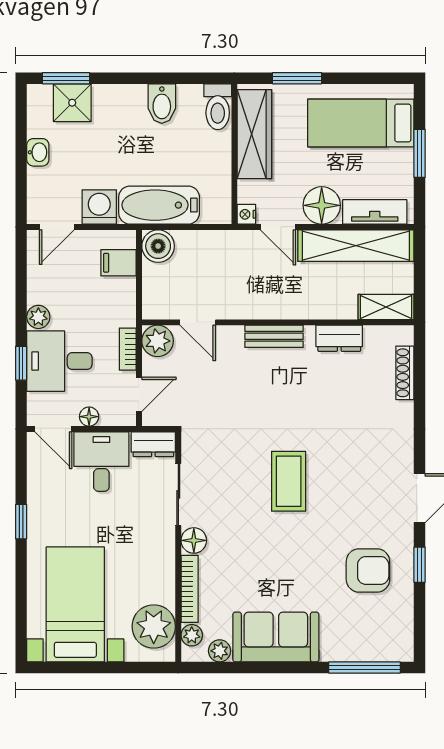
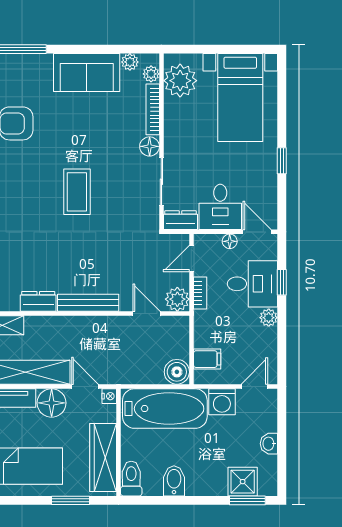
bathtub: (159, 205) -> (165, 409), width x1.36, depth x1.36
bench: (274, 336) -> (88, 303), width x1.36

